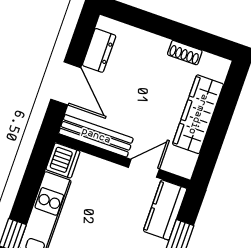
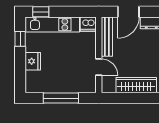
kitchen counter: (165, 210) -> (81, 85), removed

